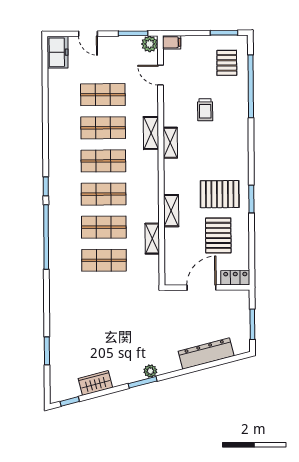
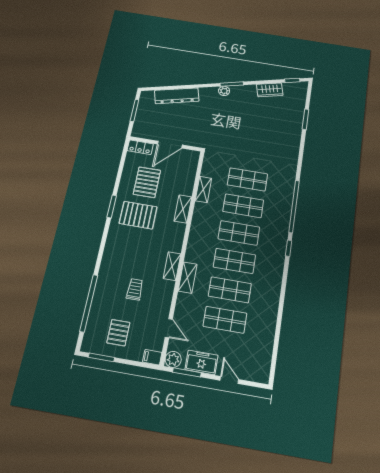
freezer: (58, 52) -> (201, 362), moved, turned 90
pallet: (227, 63) -> (118, 333), moved

